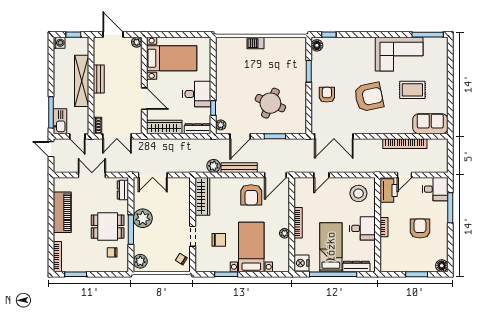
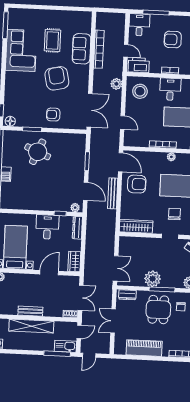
round table: (270, 103) -> (38, 152), moved
sofa: (430, 124) -> (82, 49), moved
wardrobe: (164, 127) -> (74, 262), width x0.67
plant: (214, 166) -> (116, 84), moved

